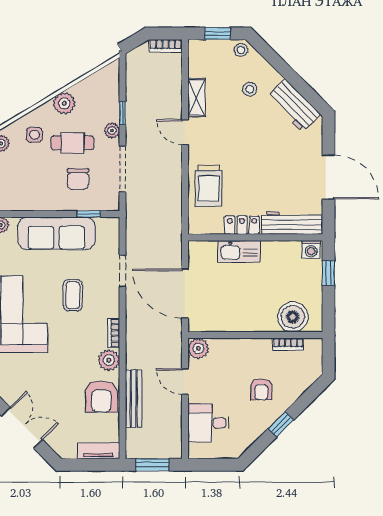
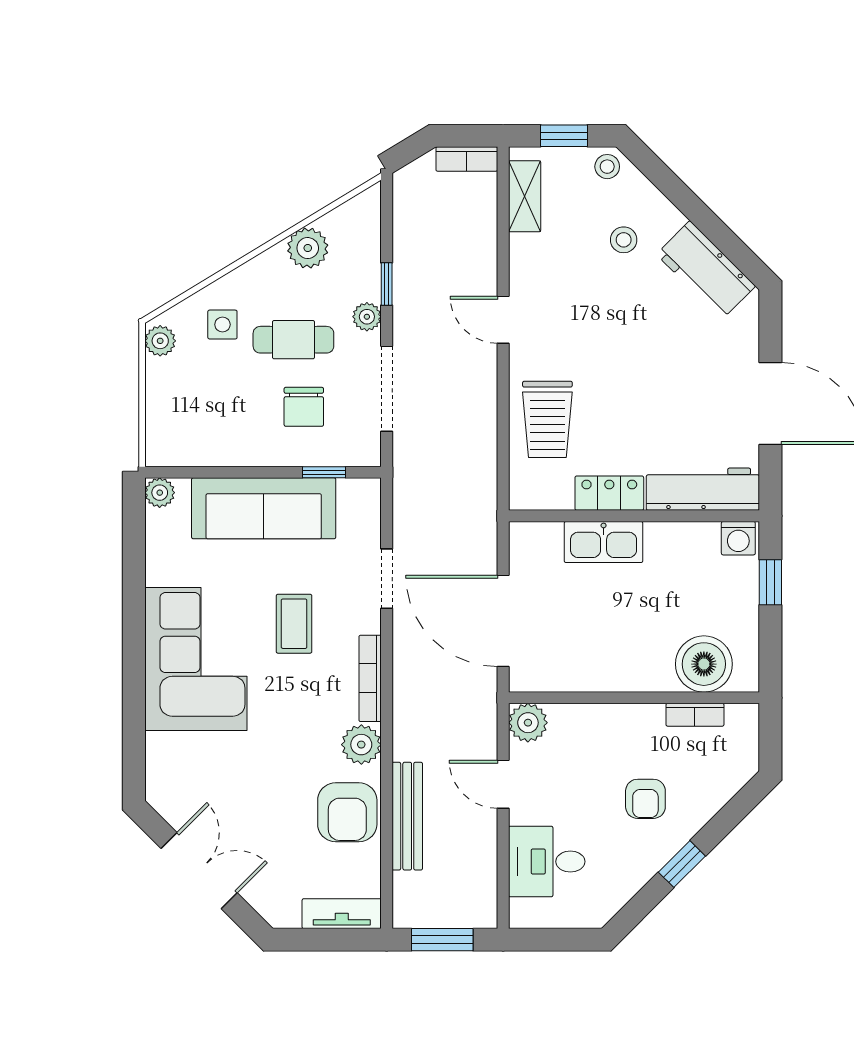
shelving: (196, 98) -> (525, 196), moved
plant: (64, 103) -> (308, 248), moved
bookcase: (114, 333) -> (370, 678), width x1.56

